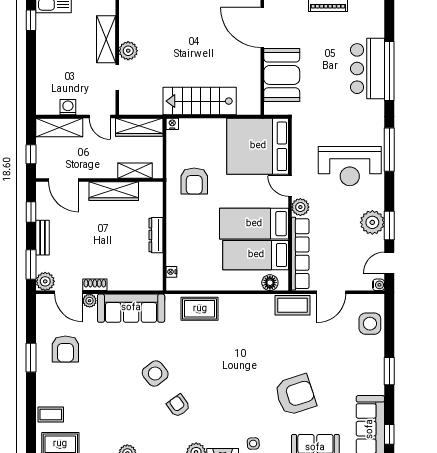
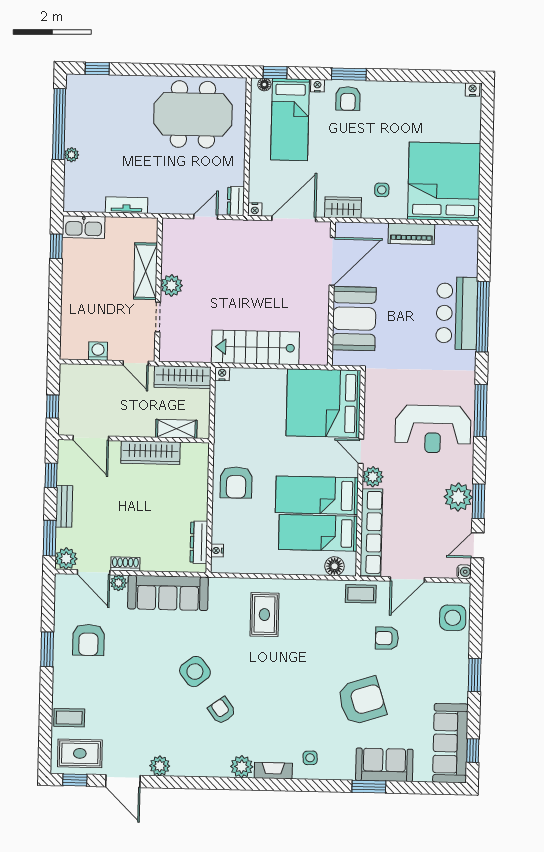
door: (262, 27) -> (332, 261), swing flipped
shelving: (59, 127) -> (87, 375), removed
armchair: (194, 181) -> (236, 482), moved
dresser: (156, 235) -> (199, 542), moved
coffee table: (292, 305) -> (361, 594), width x0.73, depth x0.77
rug: (200, 309) -> (264, 615), moved, turned 90
armchair: (315, 342) -> (387, 638), added

